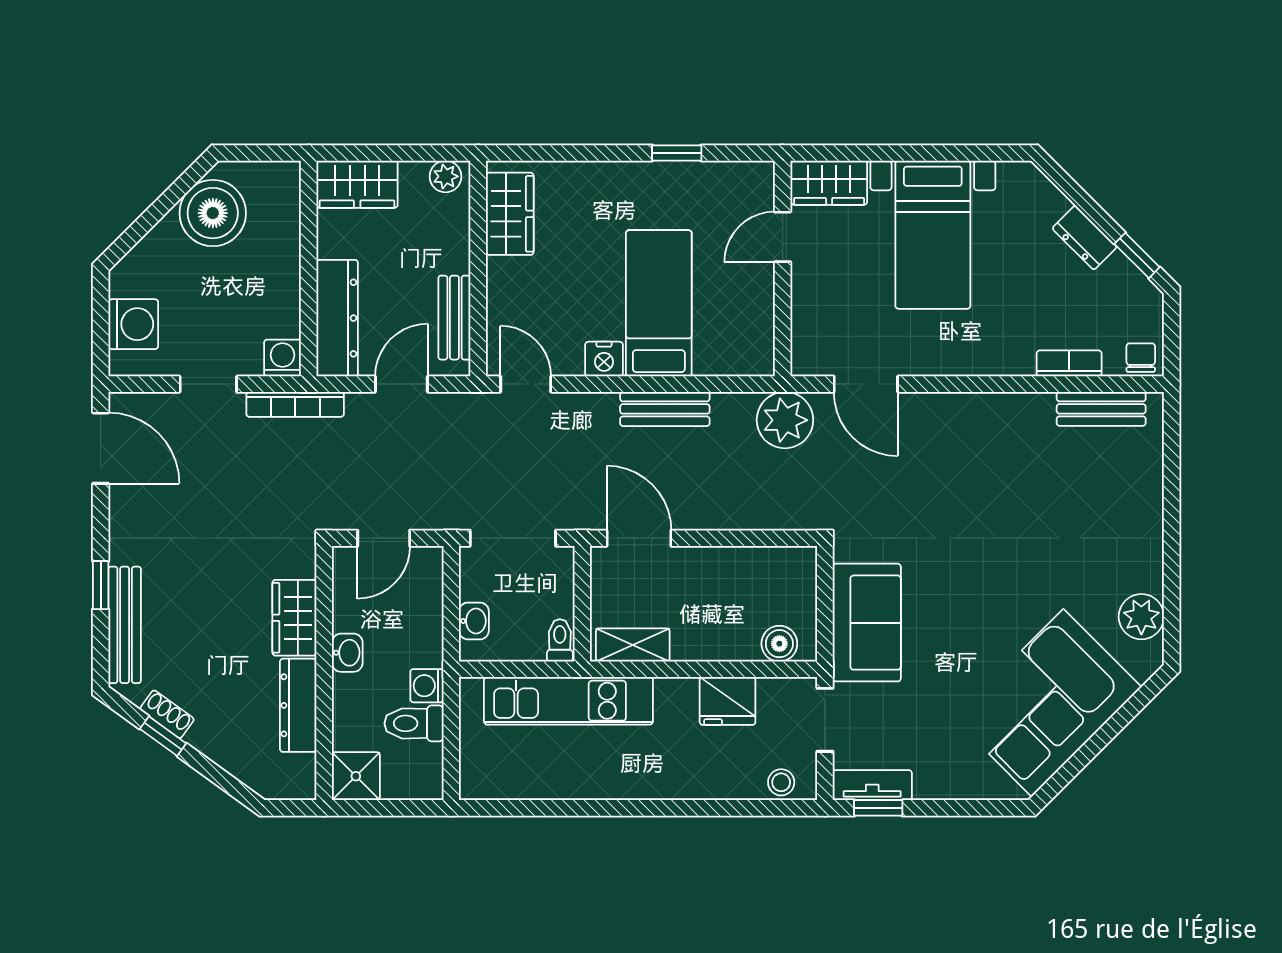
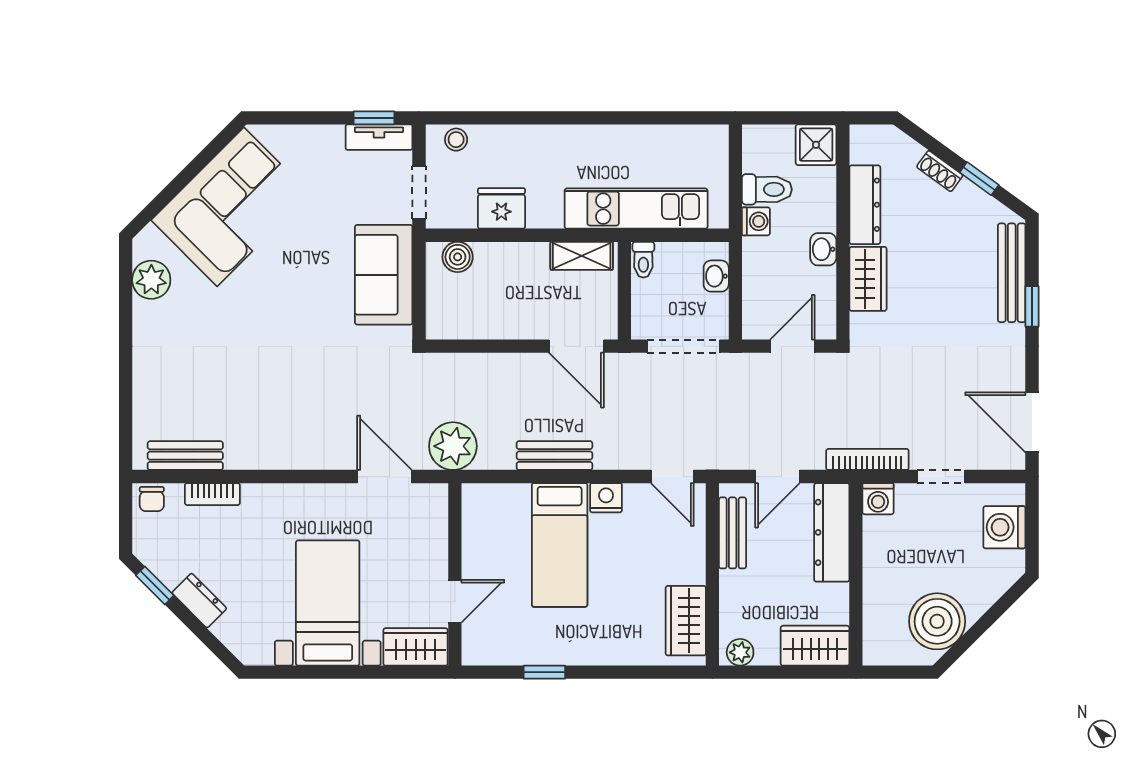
shoe rack: (167, 714) -> (940, 171), moved

